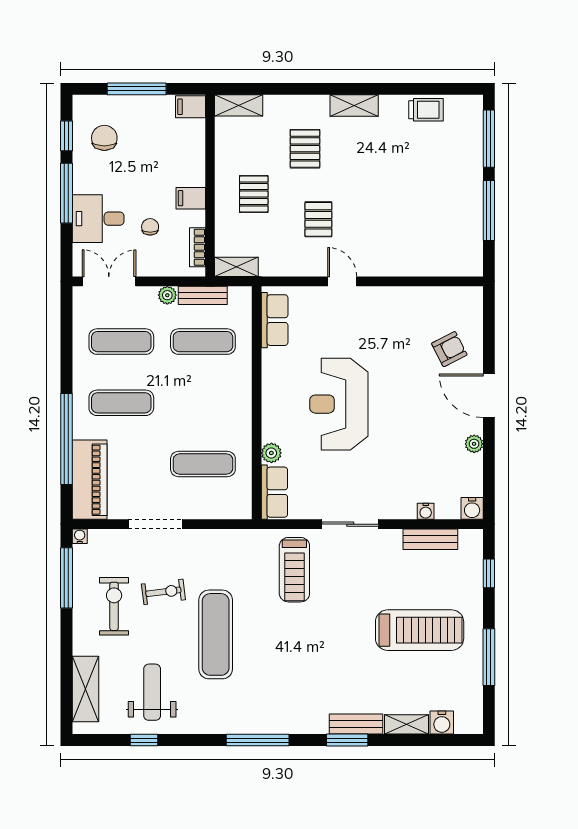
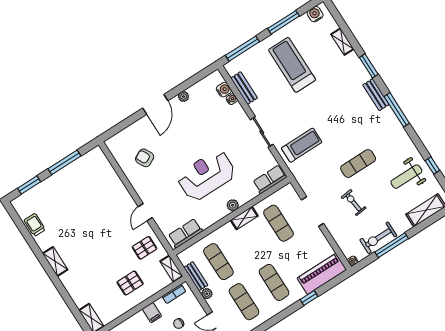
window: (489, 139) -> (29, 185), width x0.69
pallet: (305, 149) -> (92, 272), removed
pallet: (318, 219) -> (144, 248), moved
armchair: (449, 349) -> (145, 158), moved
reception desk: (339, 404) -> (206, 175), turned 180
shelving: (242, 419) -> (244, 218), added
window: (66, 439) -> (309, 298), width x0.32
plant: (271, 453) -> (233, 205), moved
water cooler: (472, 508) -> (224, 90), moved
doorway: (156, 524) -> (313, 212), moved
window: (489, 573) -> (242, 49), width x2.17
window: (66, 578) -> (392, 245), moved
exercise bike: (114, 606) -> (378, 238), moved
exercise mat: (216, 634) -> (358, 164), width x0.73, depth x0.69
water cooler: (442, 723) -> (315, 14), moved, turned -90
bench: (356, 724) -> (376, 95), moved

